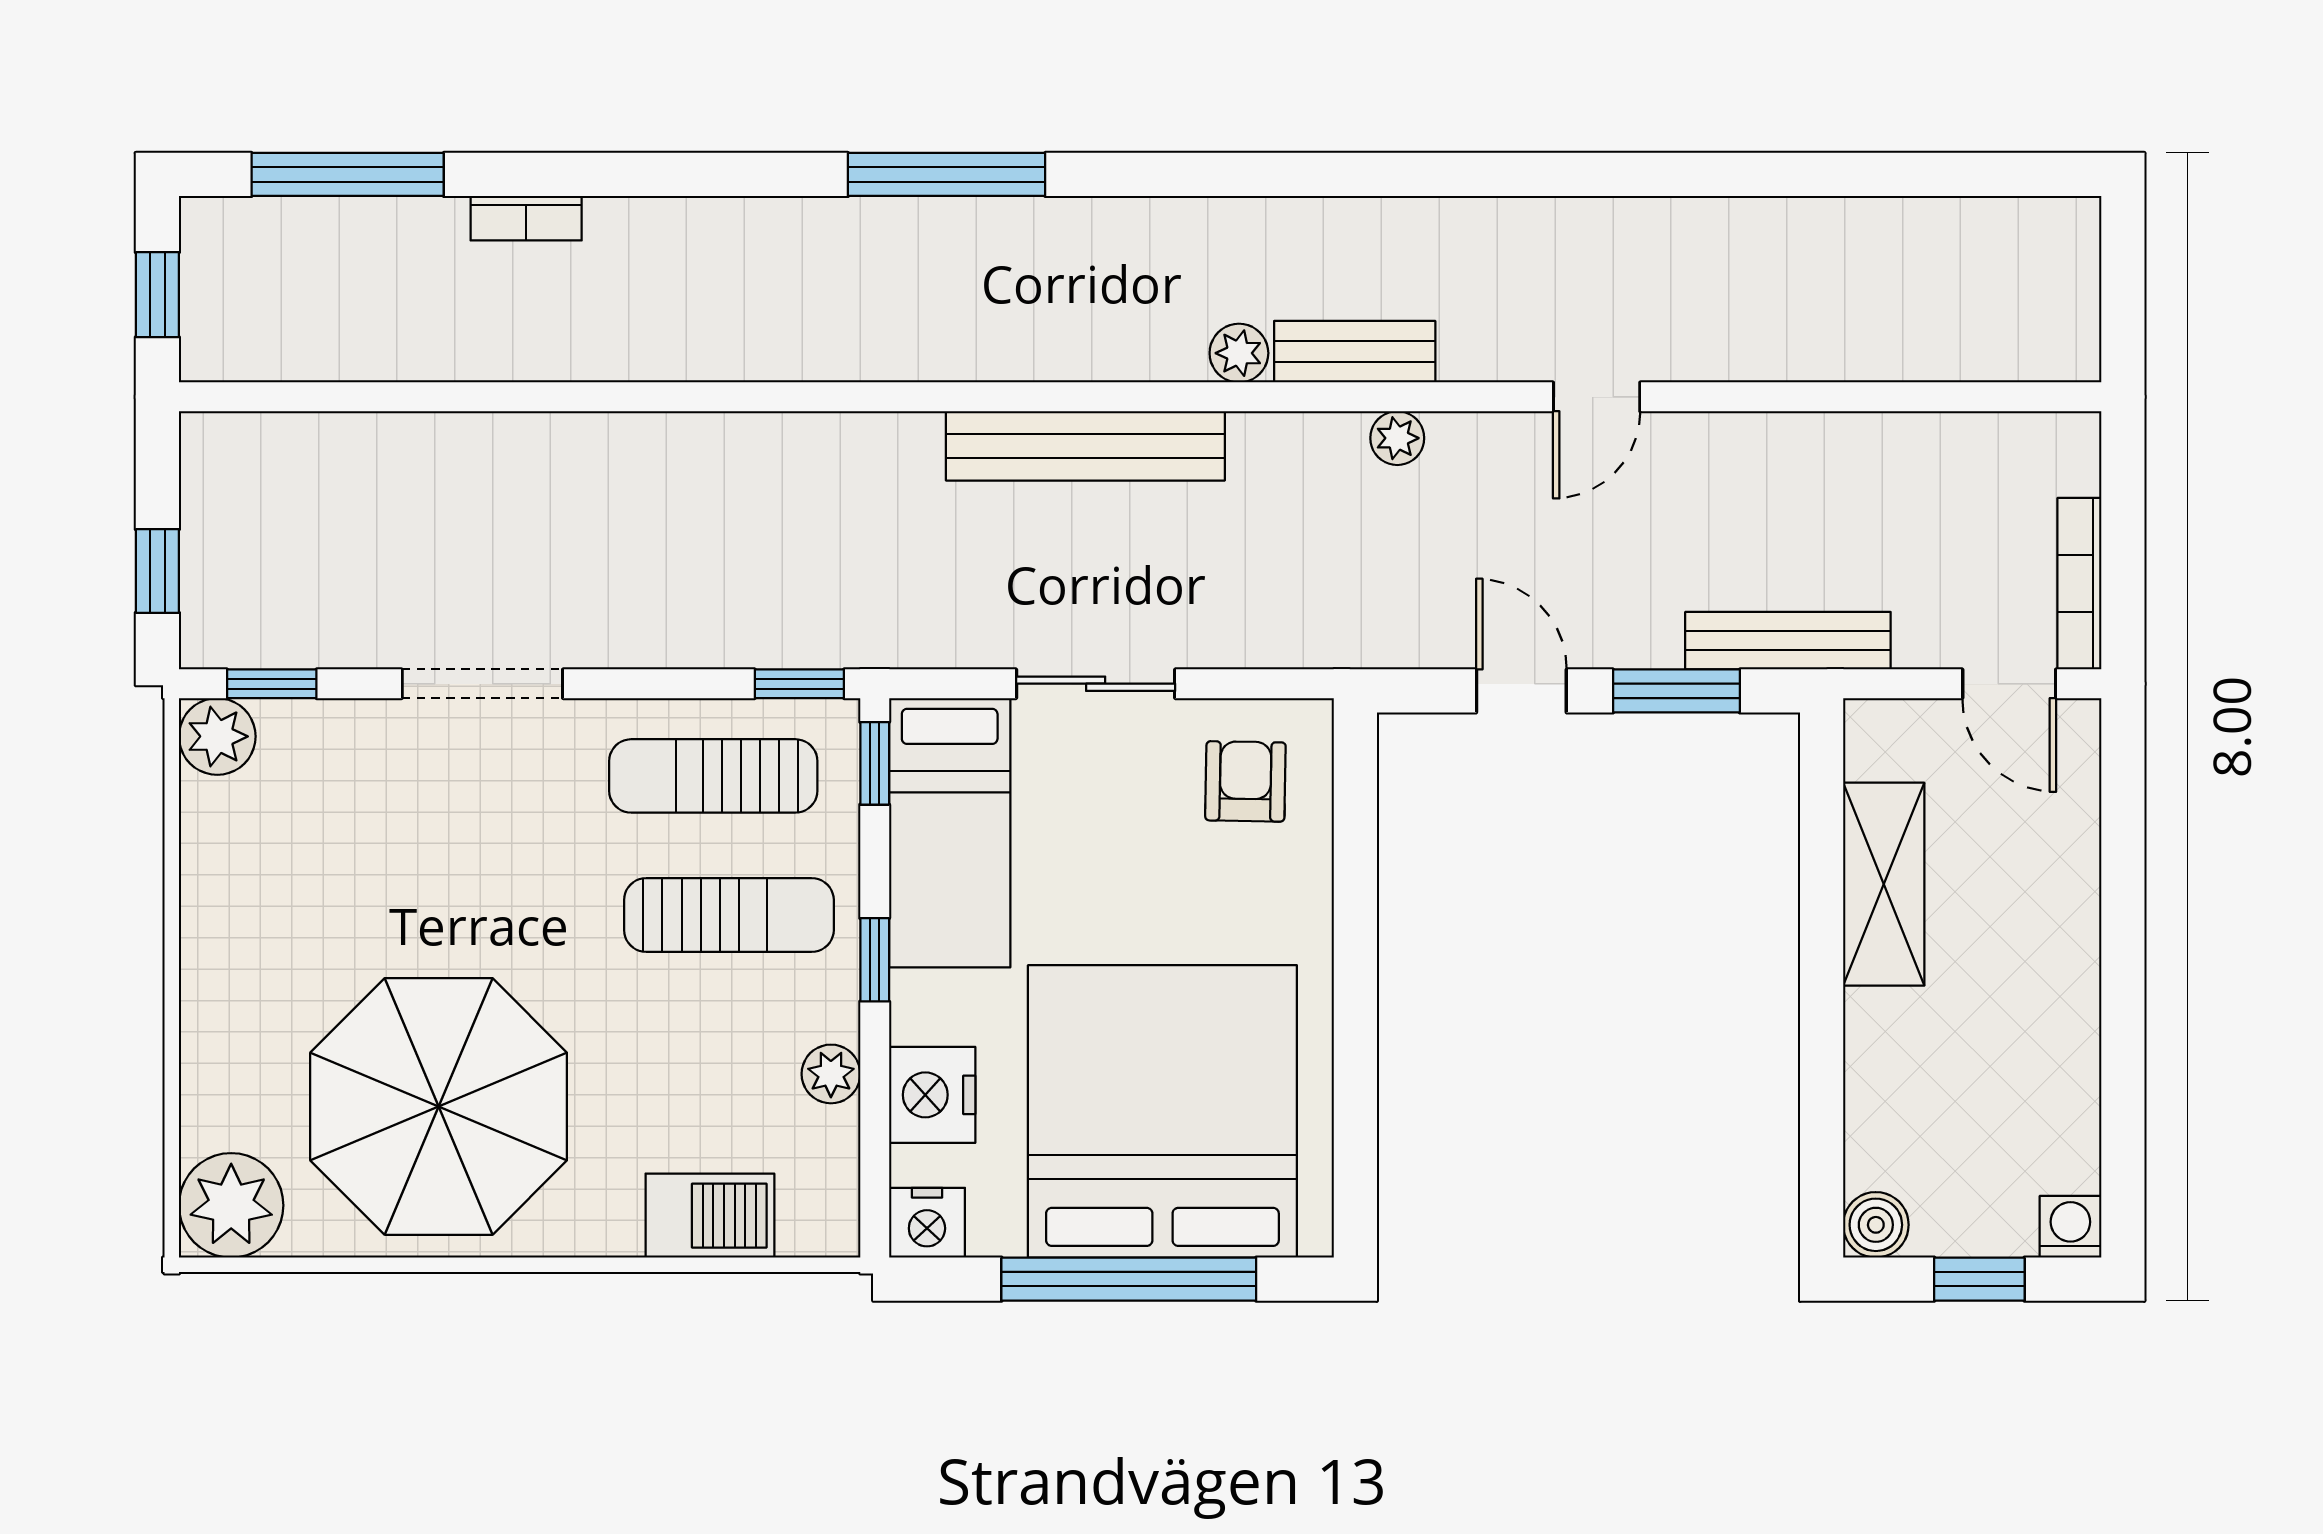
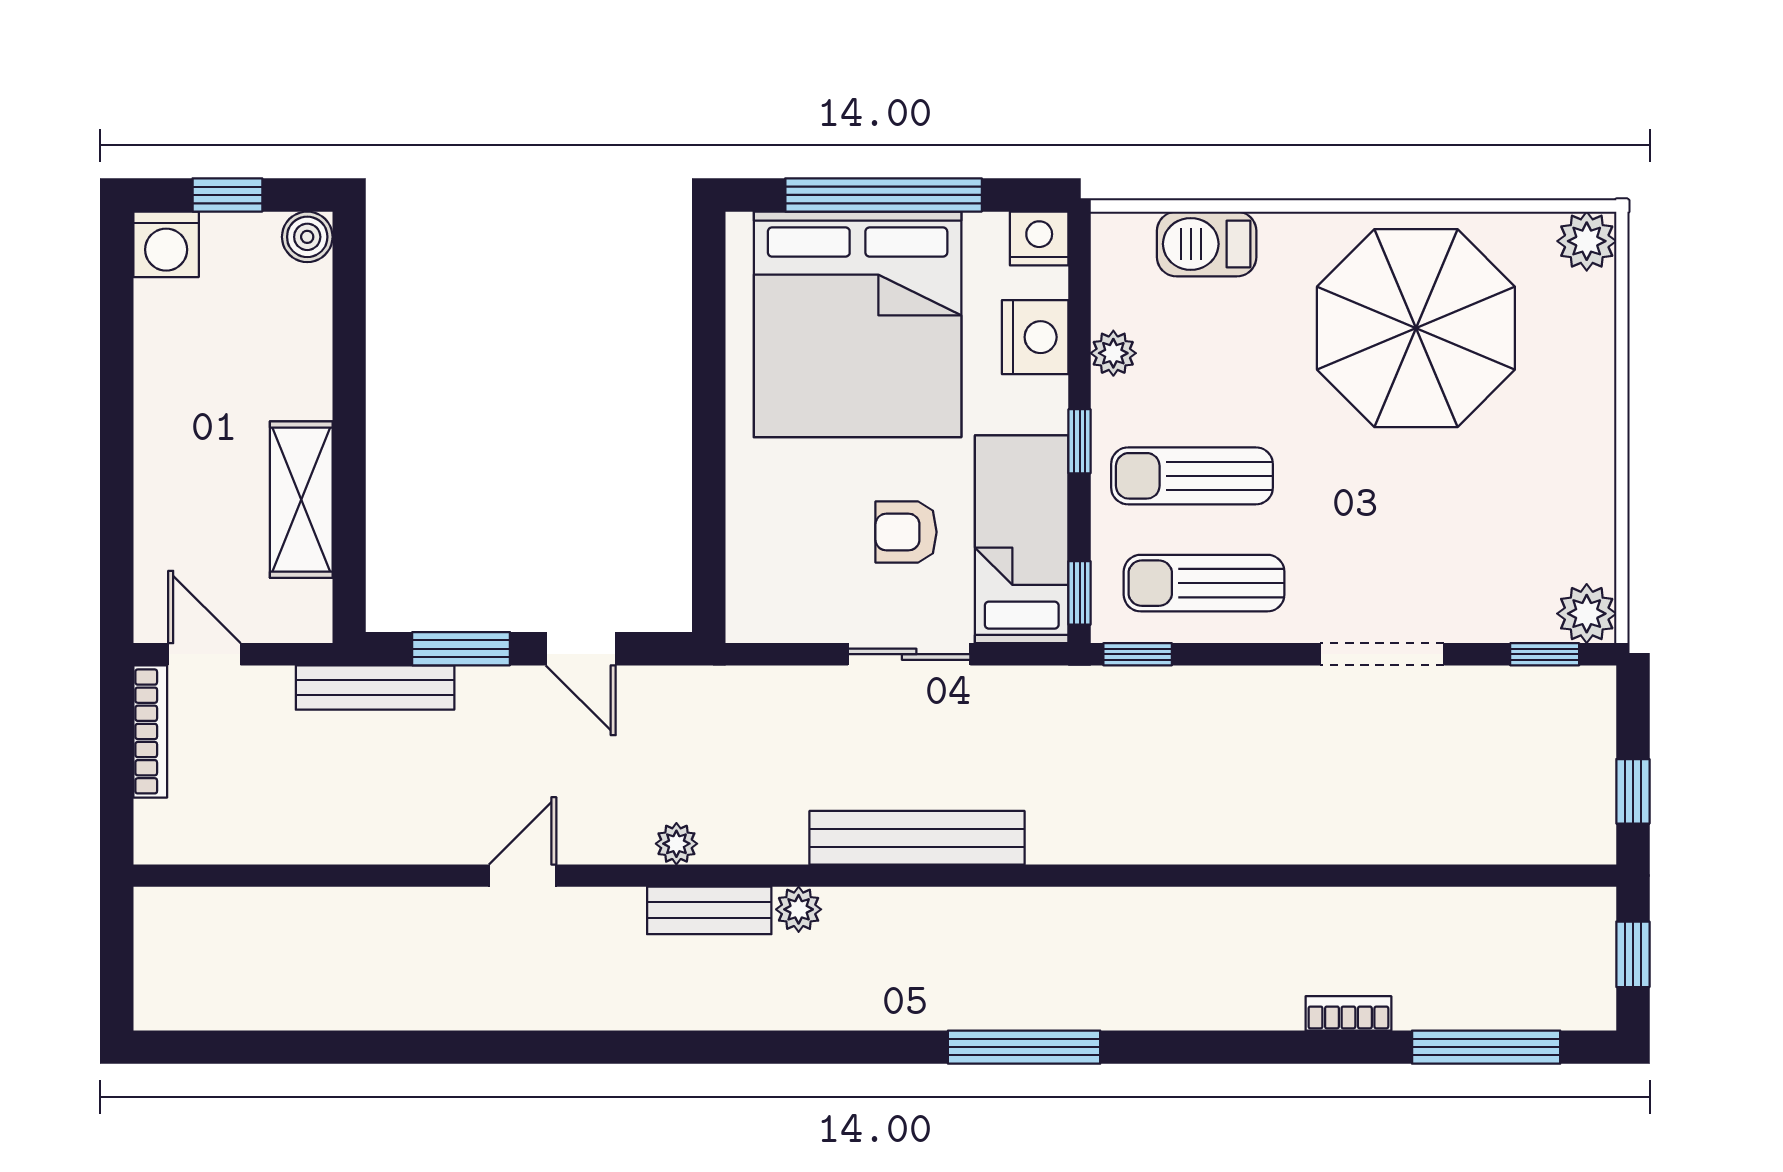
window: (157, 571) -> (1633, 791), moved
sun lounger: (713, 776) -> (1204, 583), turned 180
armchair: (1245, 781) -> (906, 532), moved, turned 89
plant: (231, 1205) -> (1587, 241), width x0.73, depth x0.73
washing machine: (2070, 1227) -> (166, 244), width x1.38, depth x1.38

